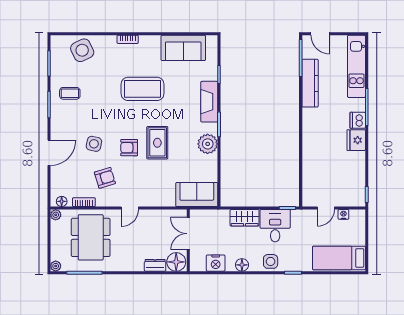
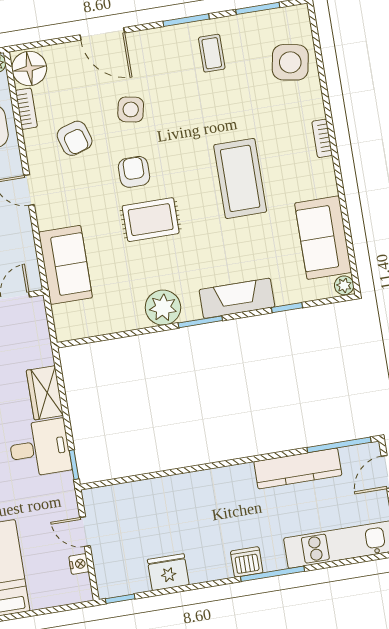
plant: (212, 41) -> (344, 285), added
side table: (82, 50) -> (290, 62), turned 36
fridge: (356, 140) -> (168, 572), moved
sofa: (197, 195) -> (65, 265), moved
floor lamp: (62, 201) -> (29, 68), width x1.89, depth x1.89

